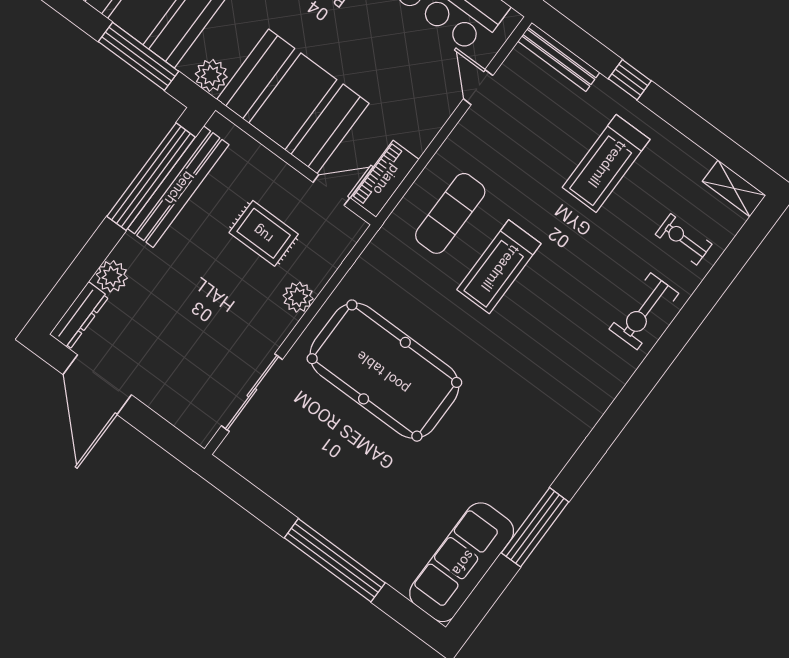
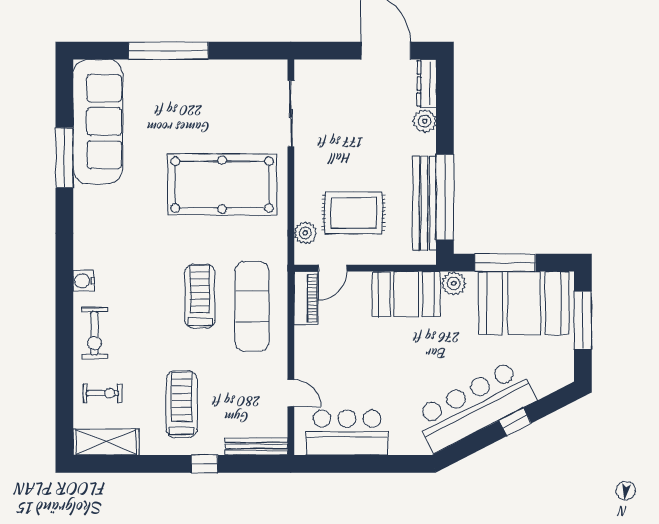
booth: (293, 101) -> (406, 294), width x0.73, depth x0.70
shelving: (734, 188) -> (106, 442), width x1.50, depth x1.33
exercise mat: (450, 213) -> (252, 306), width x1.36, depth x1.45
rug: (264, 233) -> (354, 213), width x1.36, depth x1.43
plant: (298, 297) -> (305, 233), moved
exercise bike: (644, 311) -> (95, 333), turned 180
water cooler: (614, 377) -> (84, 281), added
sofa: (462, 562) -> (98, 122), width x1.36, depth x1.27

